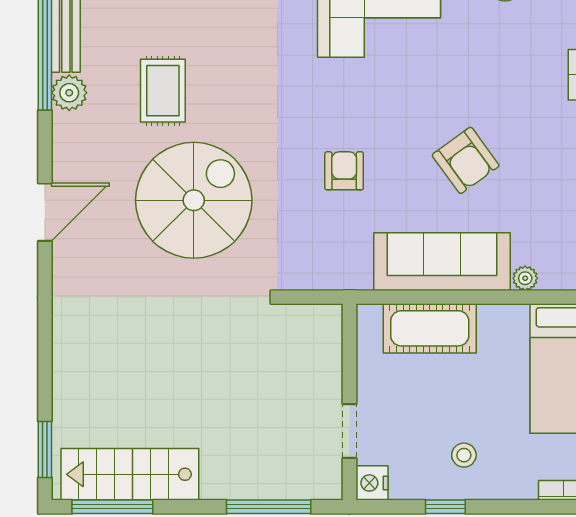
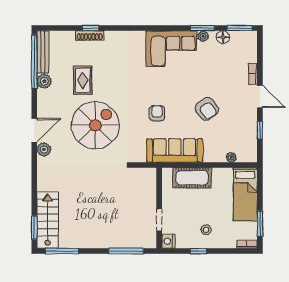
plant: (69, 259) -> (44, 150), added
sofa: (442, 262) -> (175, 150), moved
stairs: (130, 474) -> (48, 220), moved, turned 90

